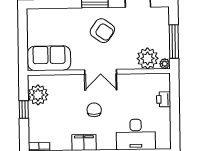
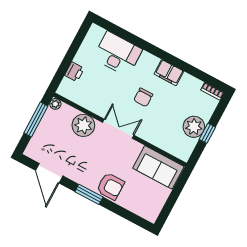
armchair: (102, 31) -> (110, 186), moved, turned 145
plant: (148, 58) -> (83, 125), moved
plant: (38, 95) -> (194, 127), moved

